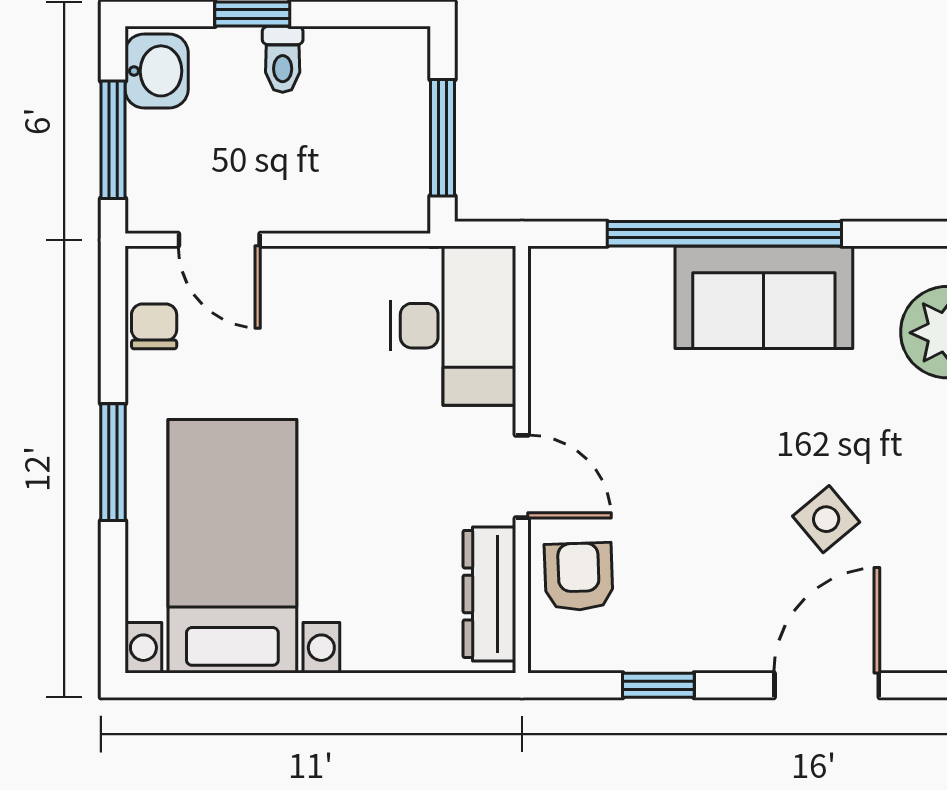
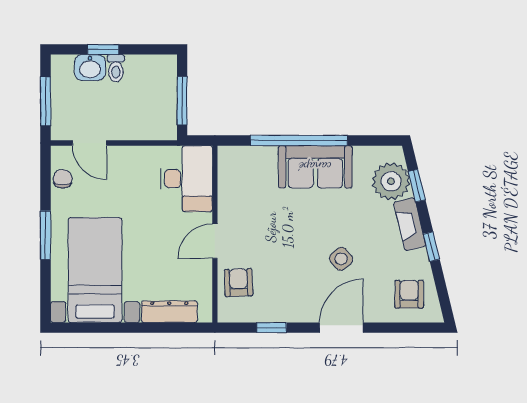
washbasin: (157, 71) -> (90, 67), moved, turned 90
door: (522, 476) -> (215, 241), swing flipped
dresser: (489, 594) -> (169, 312), moved, turned 90

